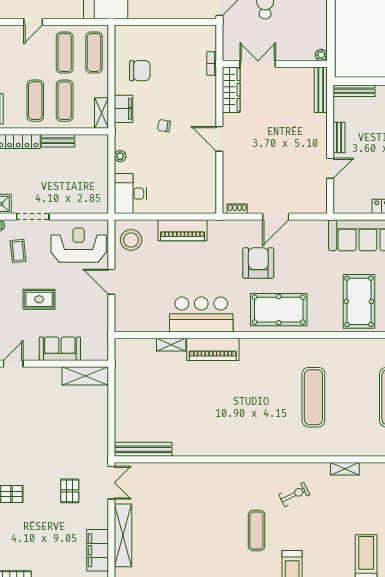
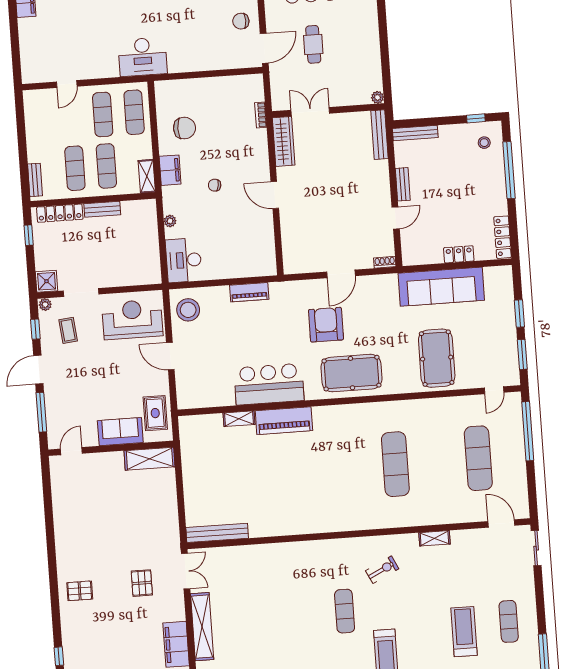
shoe rack: (237, 209) -> (385, 262), moved
piano: (183, 230) -> (249, 292), width x0.73, depth x0.75
rug: (39, 299) -> (155, 413), moved, turned 90

